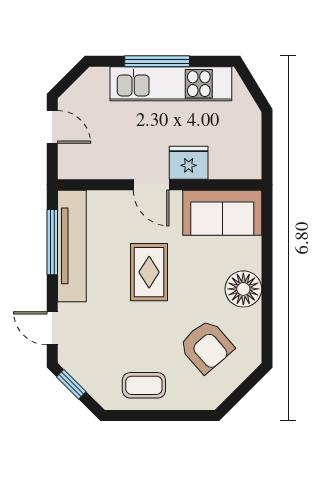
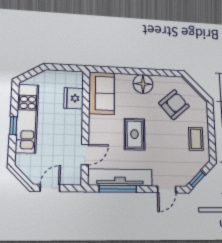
window: (157, 61) -> (13, 126), width x0.46
fridge: (189, 163) -> (73, 98), moved
door: (151, 185) -> (85, 154), moved
rug: (149, 272) -> (134, 134), turned 90

